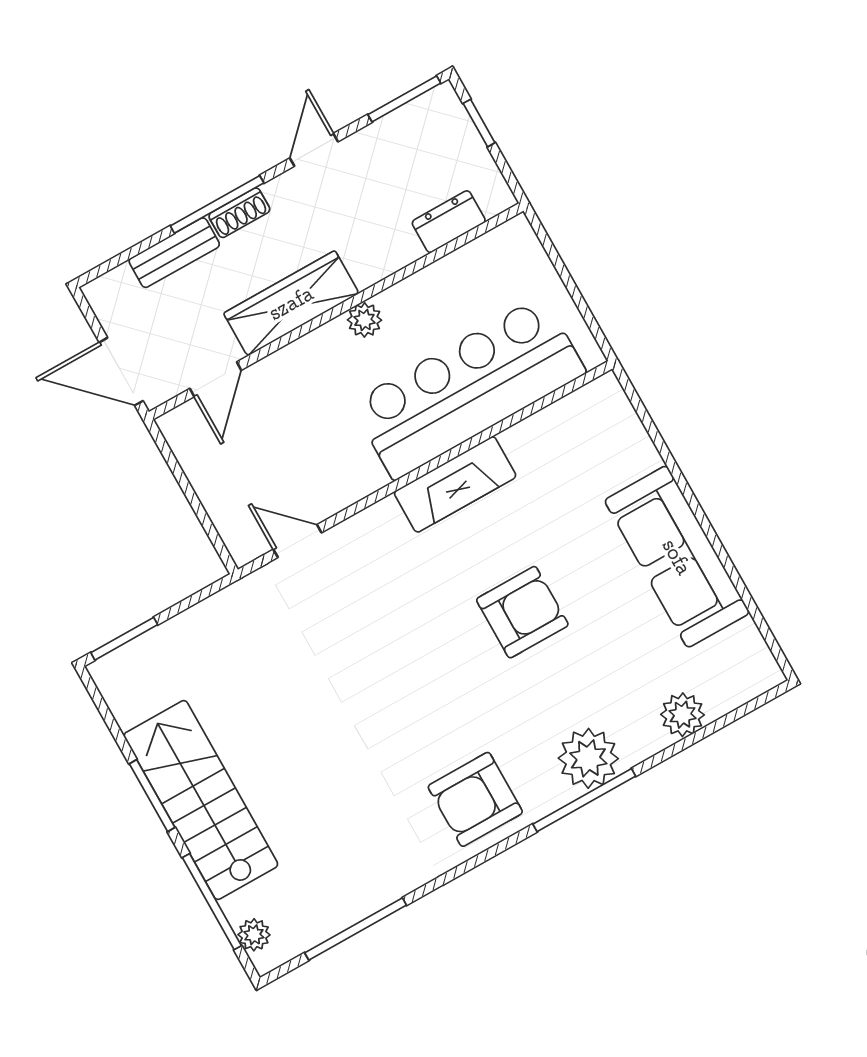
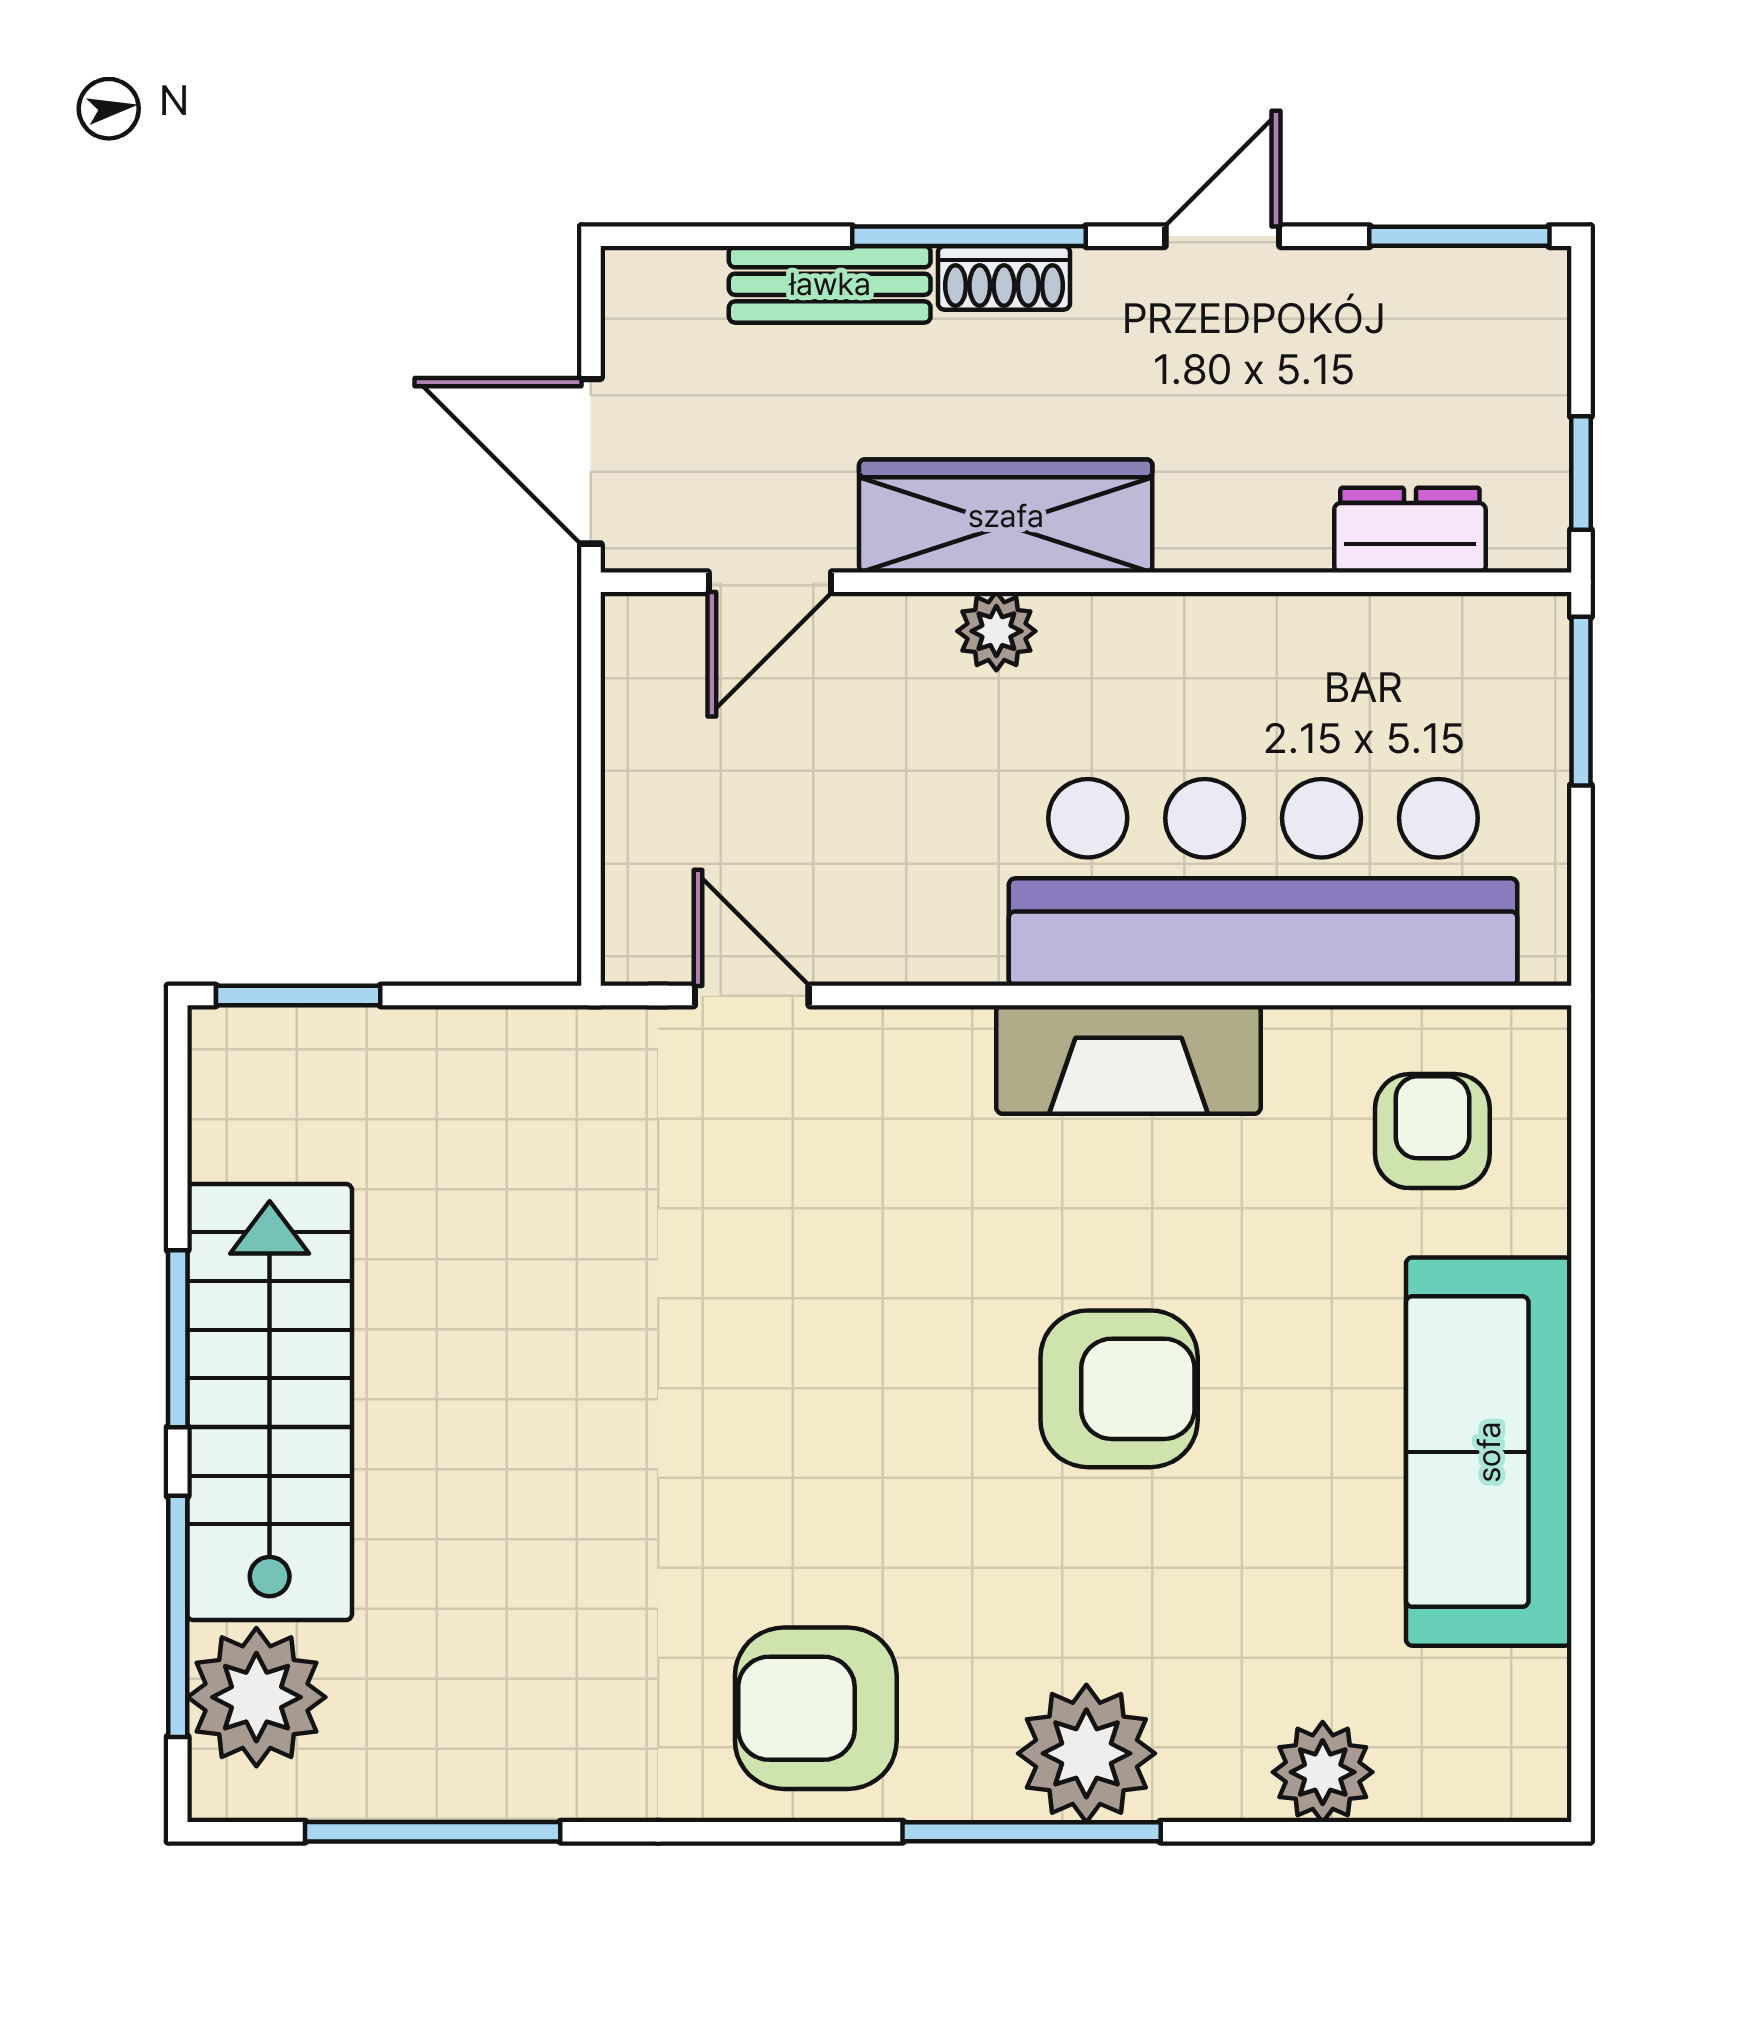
window: (479, 123) -> (1581, 473), moved
window: (551, 250) -> (1581, 701), added
plant: (365, 320) -> (996, 631), moved
armchair: (587, 446) -> (1432, 1131), added
plant: (254, 935) -> (256, 1697), width x1.87, depth x1.87

